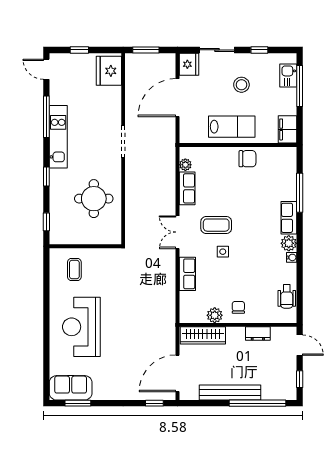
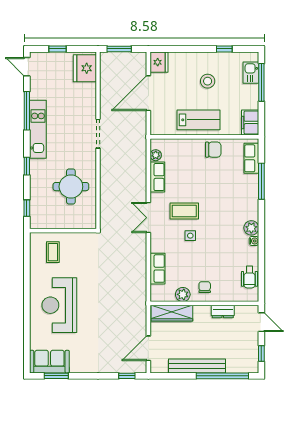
sliding door: (217, 50) -> (185, 49), removed
row of seats: (289, 218) -> (251, 158), moved
row of seats: (187, 274) -> (157, 269), moved
door: (178, 373) -> (148, 348), width x0.73

